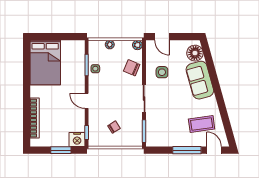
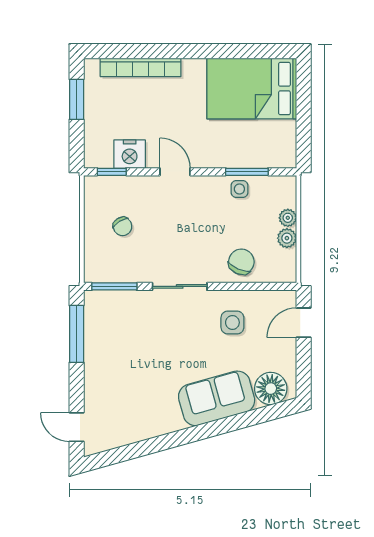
plant: (137, 45) -> (287, 238), moved
door: (87, 101) -> (175, 172), hinge flipped
coffee table: (202, 124) -> (129, 402), removed
nightstand: (77, 139) -> (130, 154), moved, turned -90
window: (61, 150) -> (77, 99), moved
window: (187, 150) -> (77, 334), moved
door: (214, 150) -> (77, 427), swing flipped

